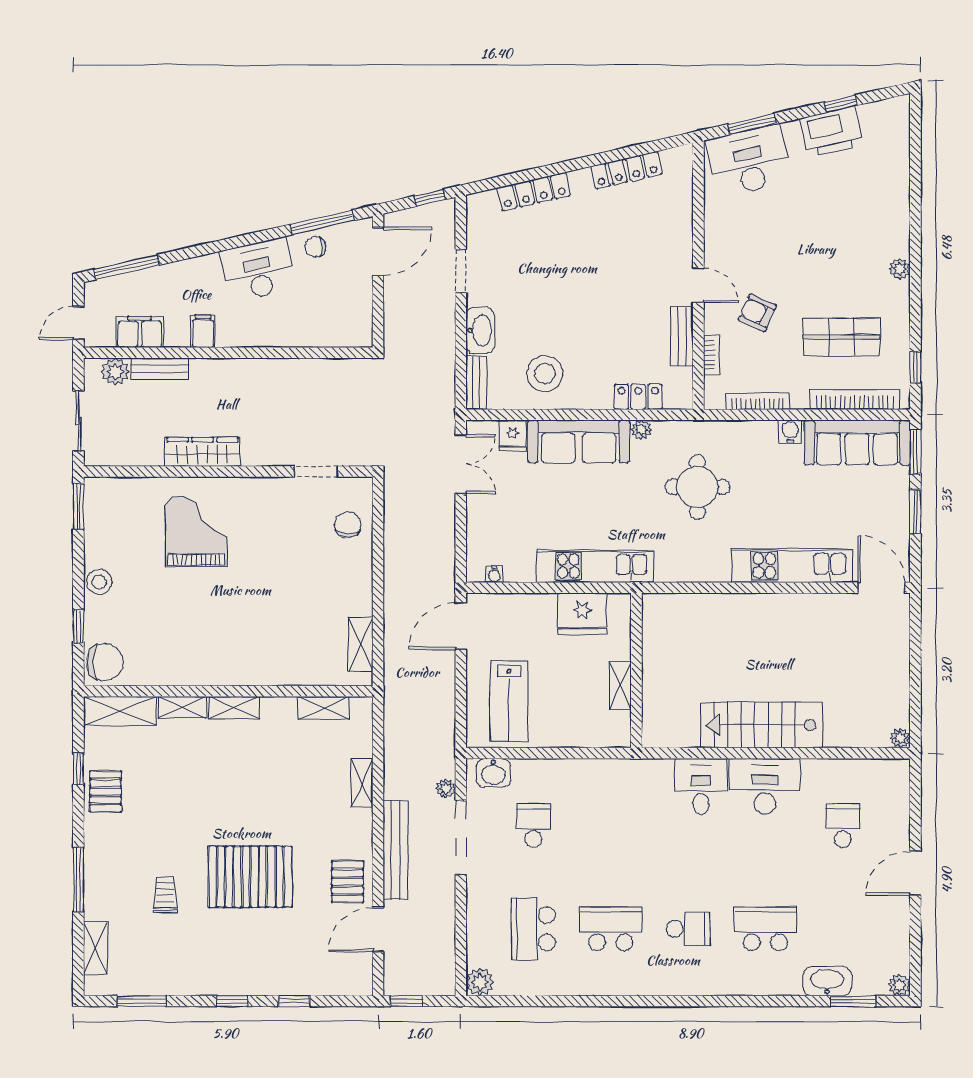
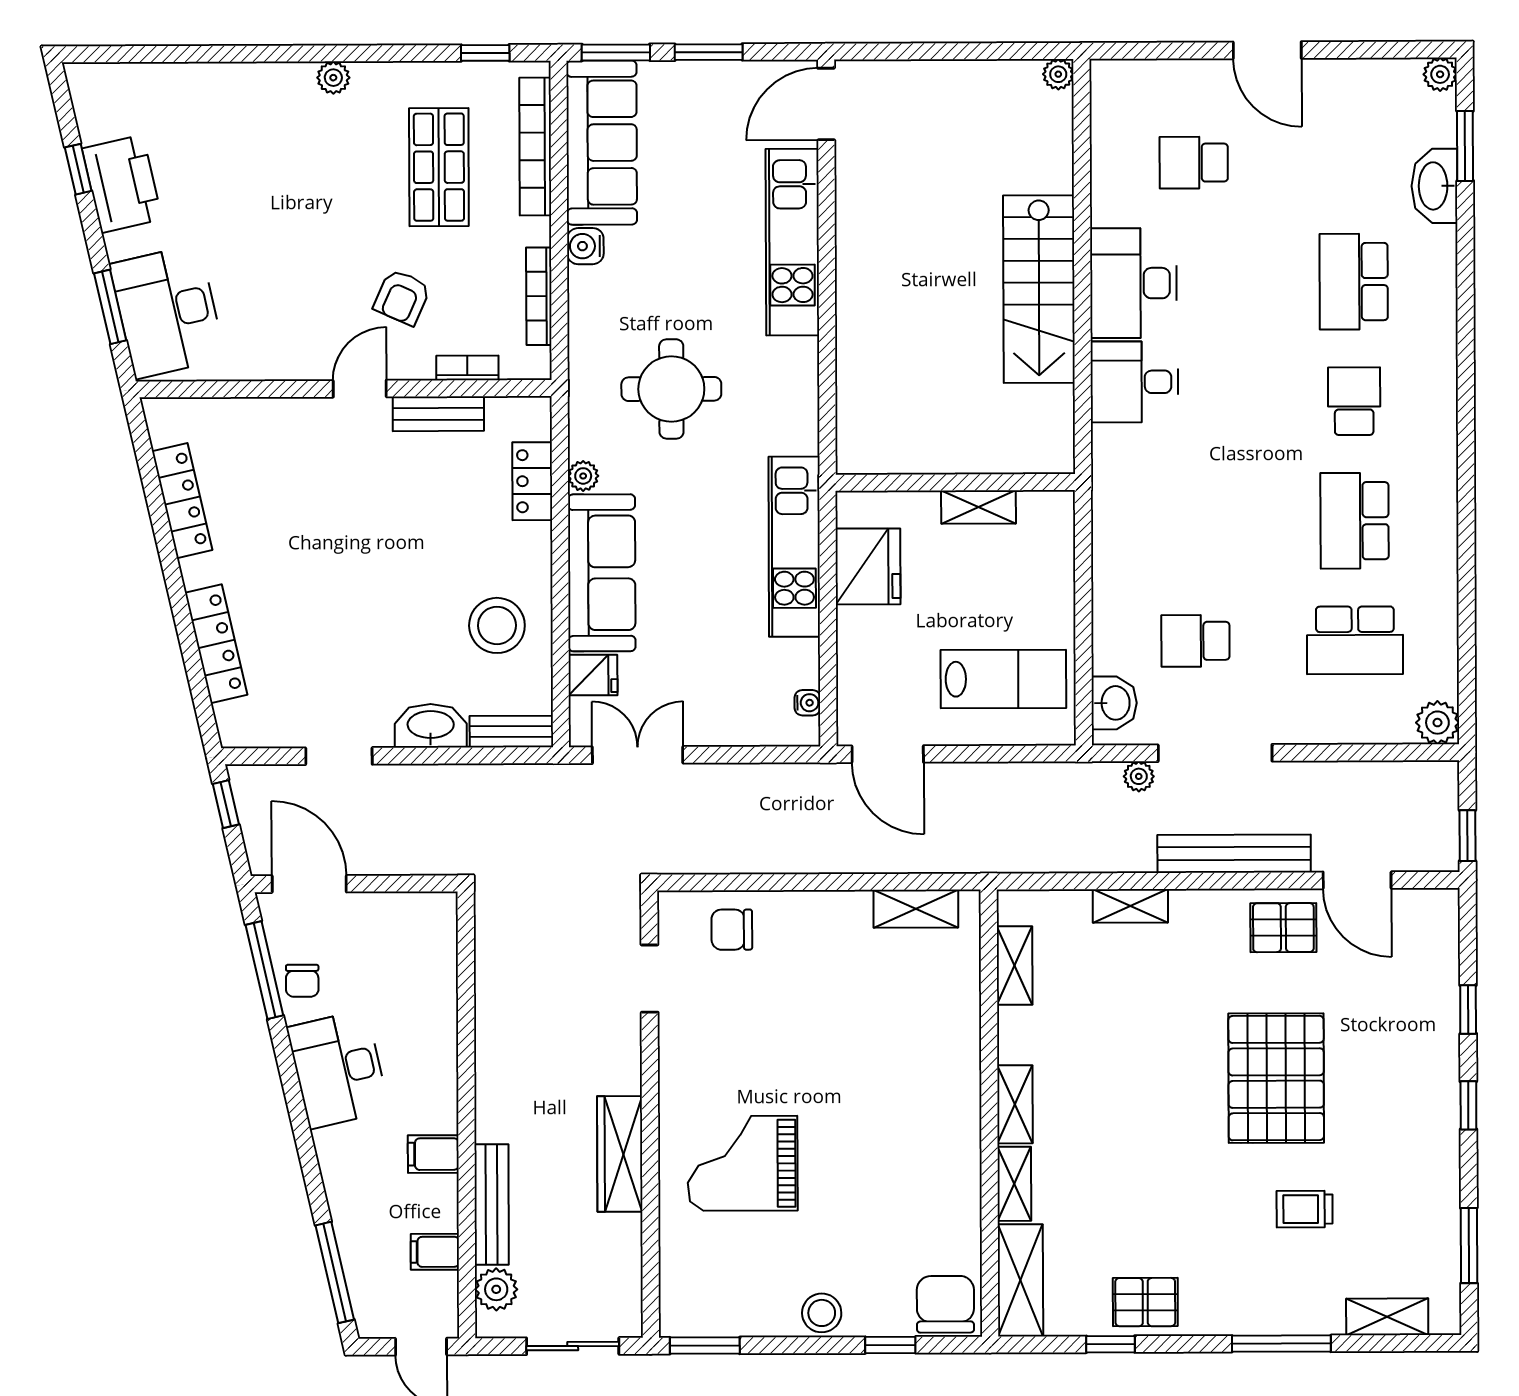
filing cabinet: (140, 332) -> (435, 1252), width x0.50
bench: (160, 369) -> (492, 1205), width x1.36

